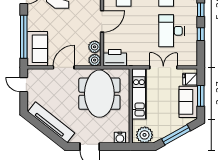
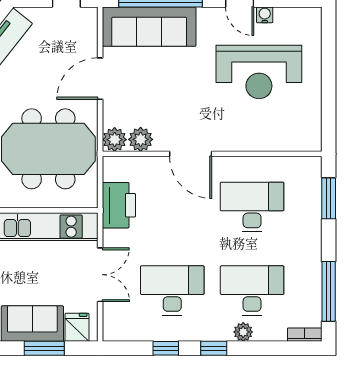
sofa: (37, 49) -> (149, 27), width x1.36
printer: (115, 58) -> (119, 205), moved
door: (64, 67) -> (100, 79), swing flipped

